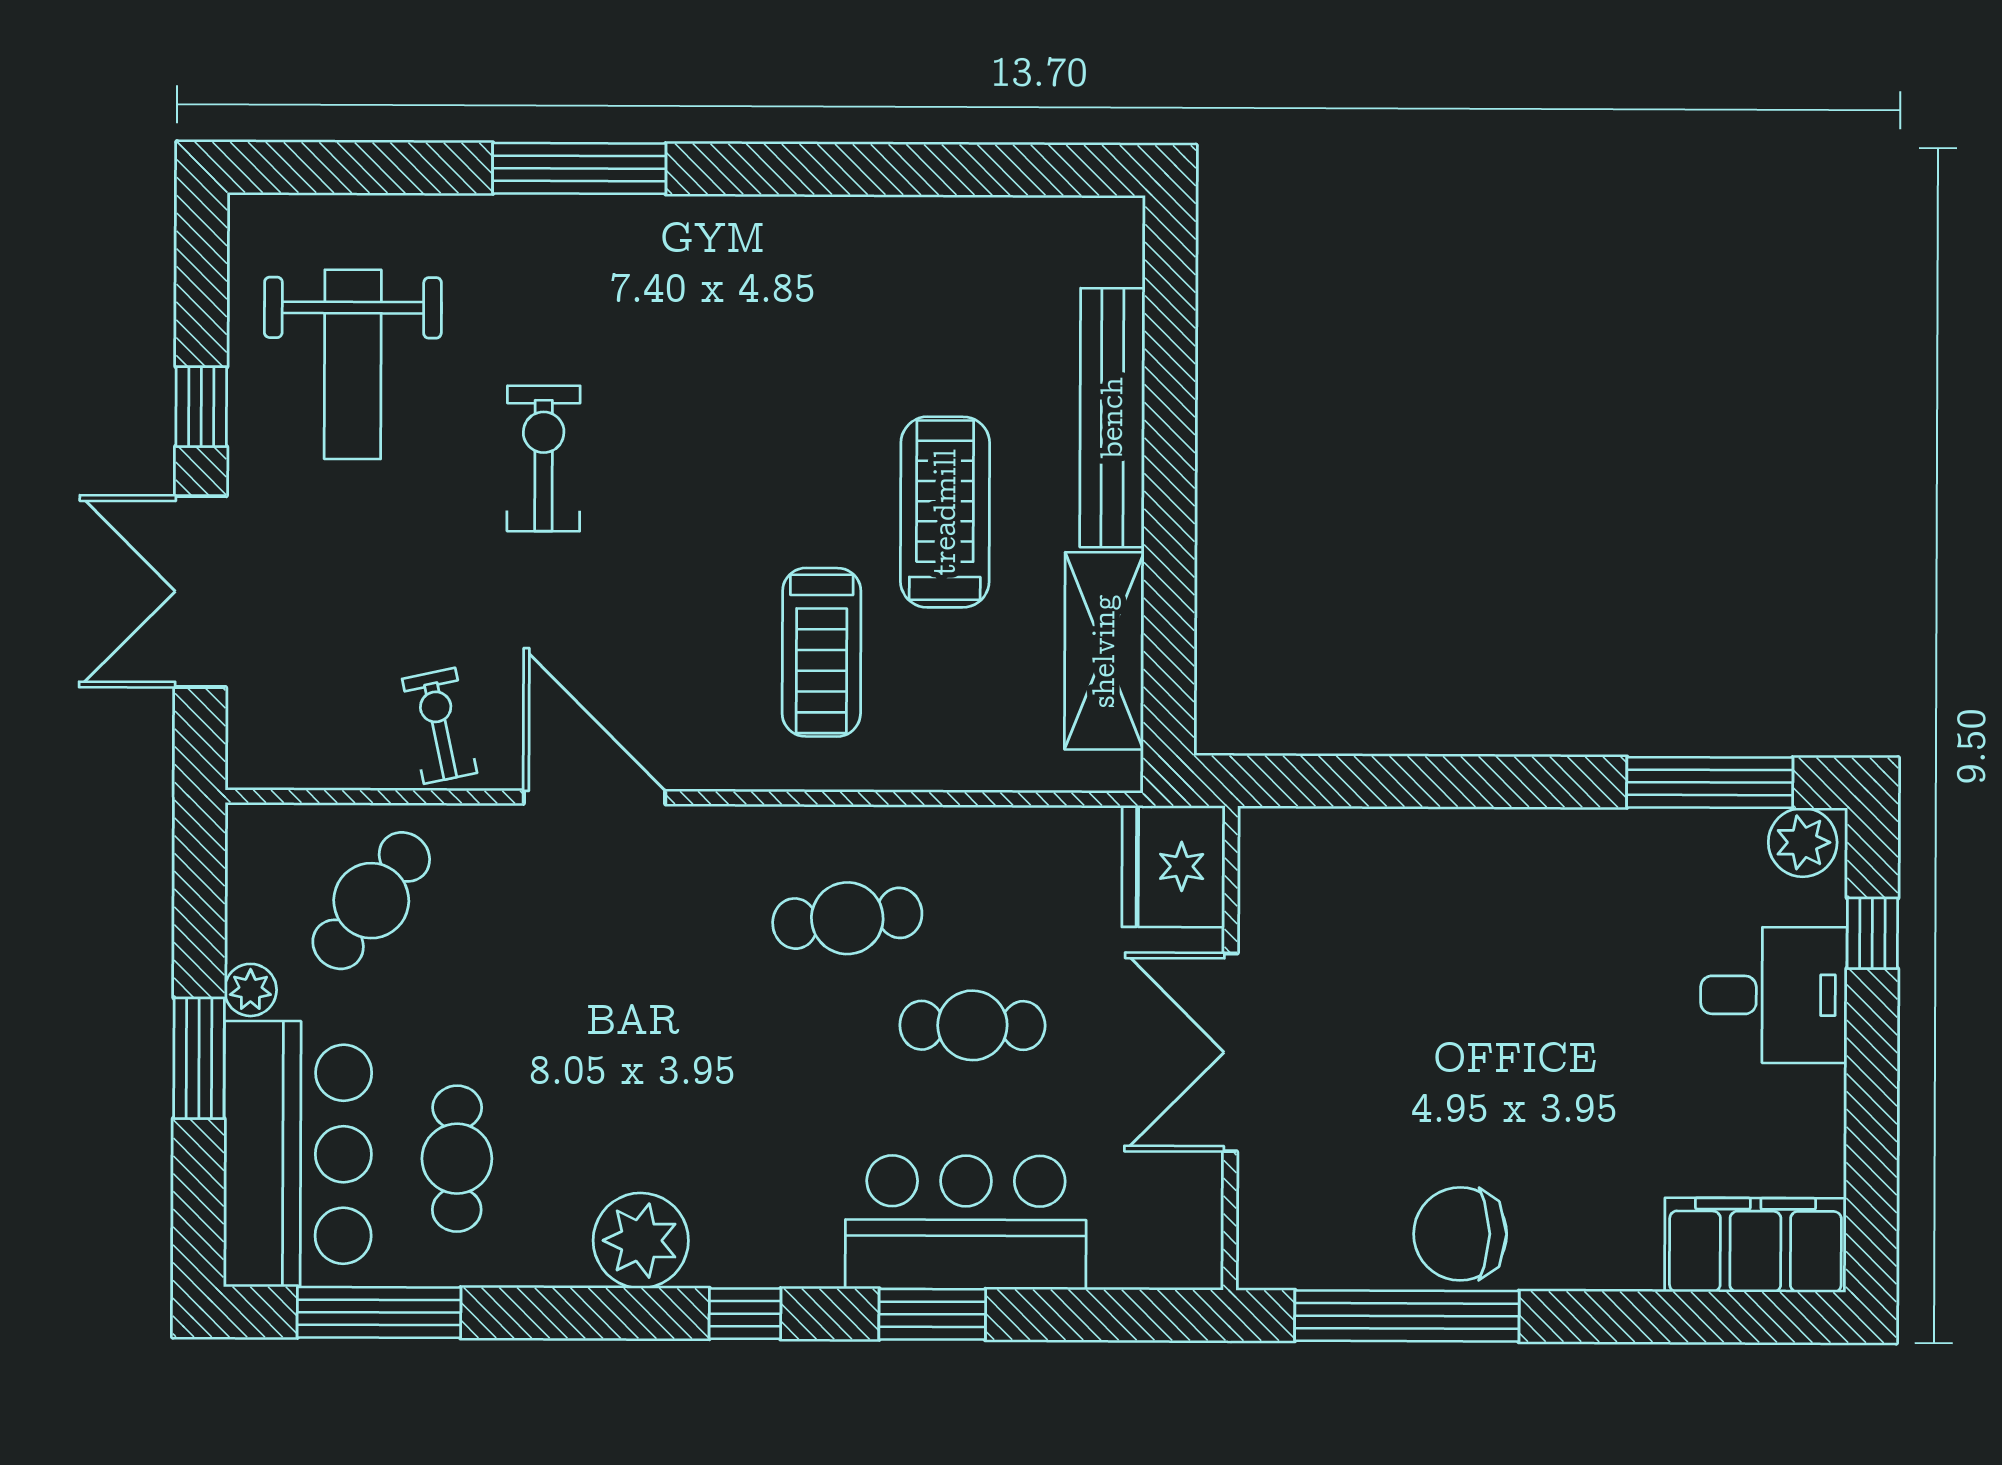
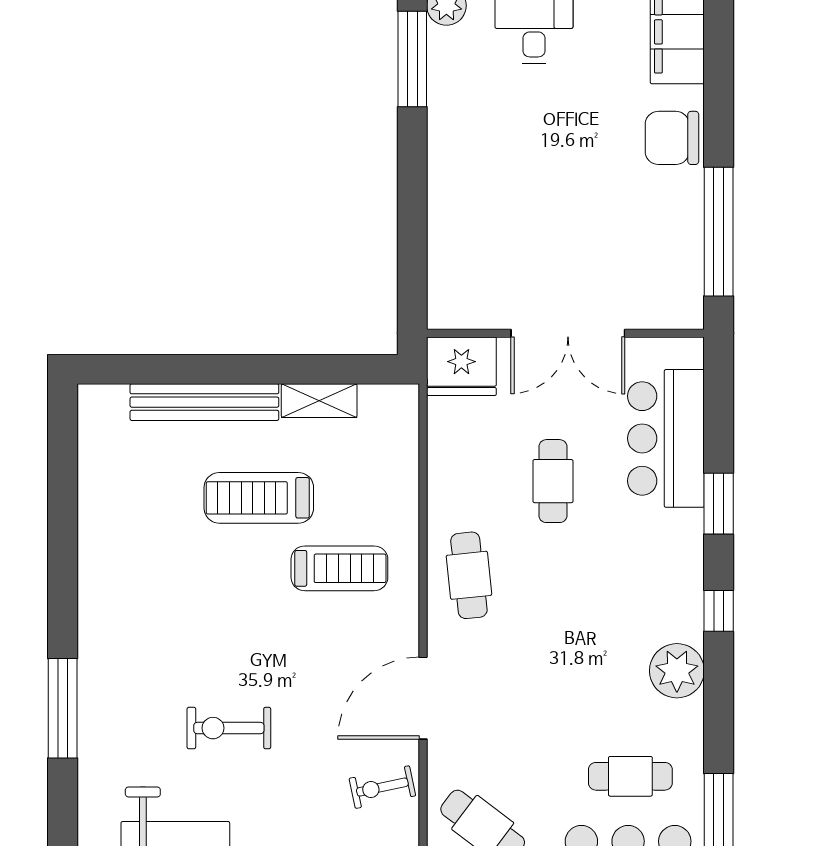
shelving: (1104, 651) -> (319, 401), width x0.67, depth x0.75
cafe table: (847, 918) -> (469, 575), moved
bar counter: (966, 1222) -> (666, 438), moved
chair: (1460, 1234) -> (672, 138), moved, turned 90

